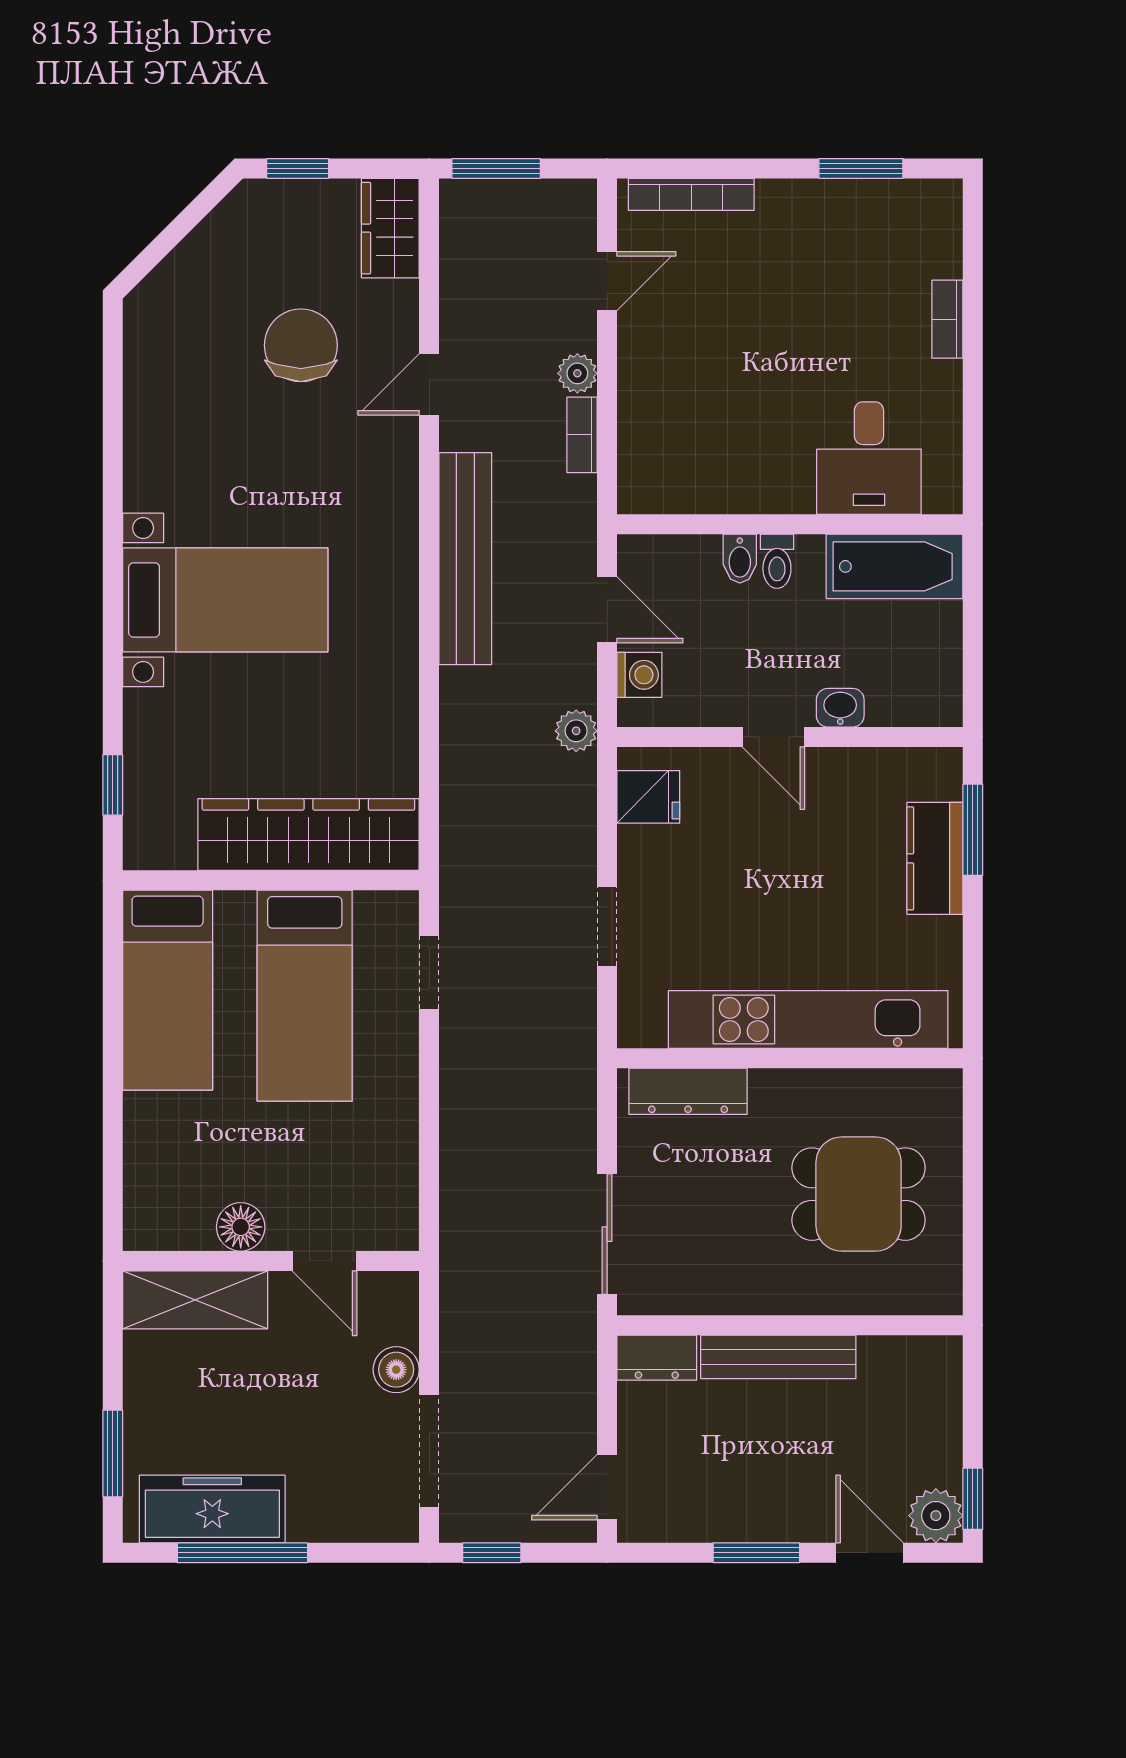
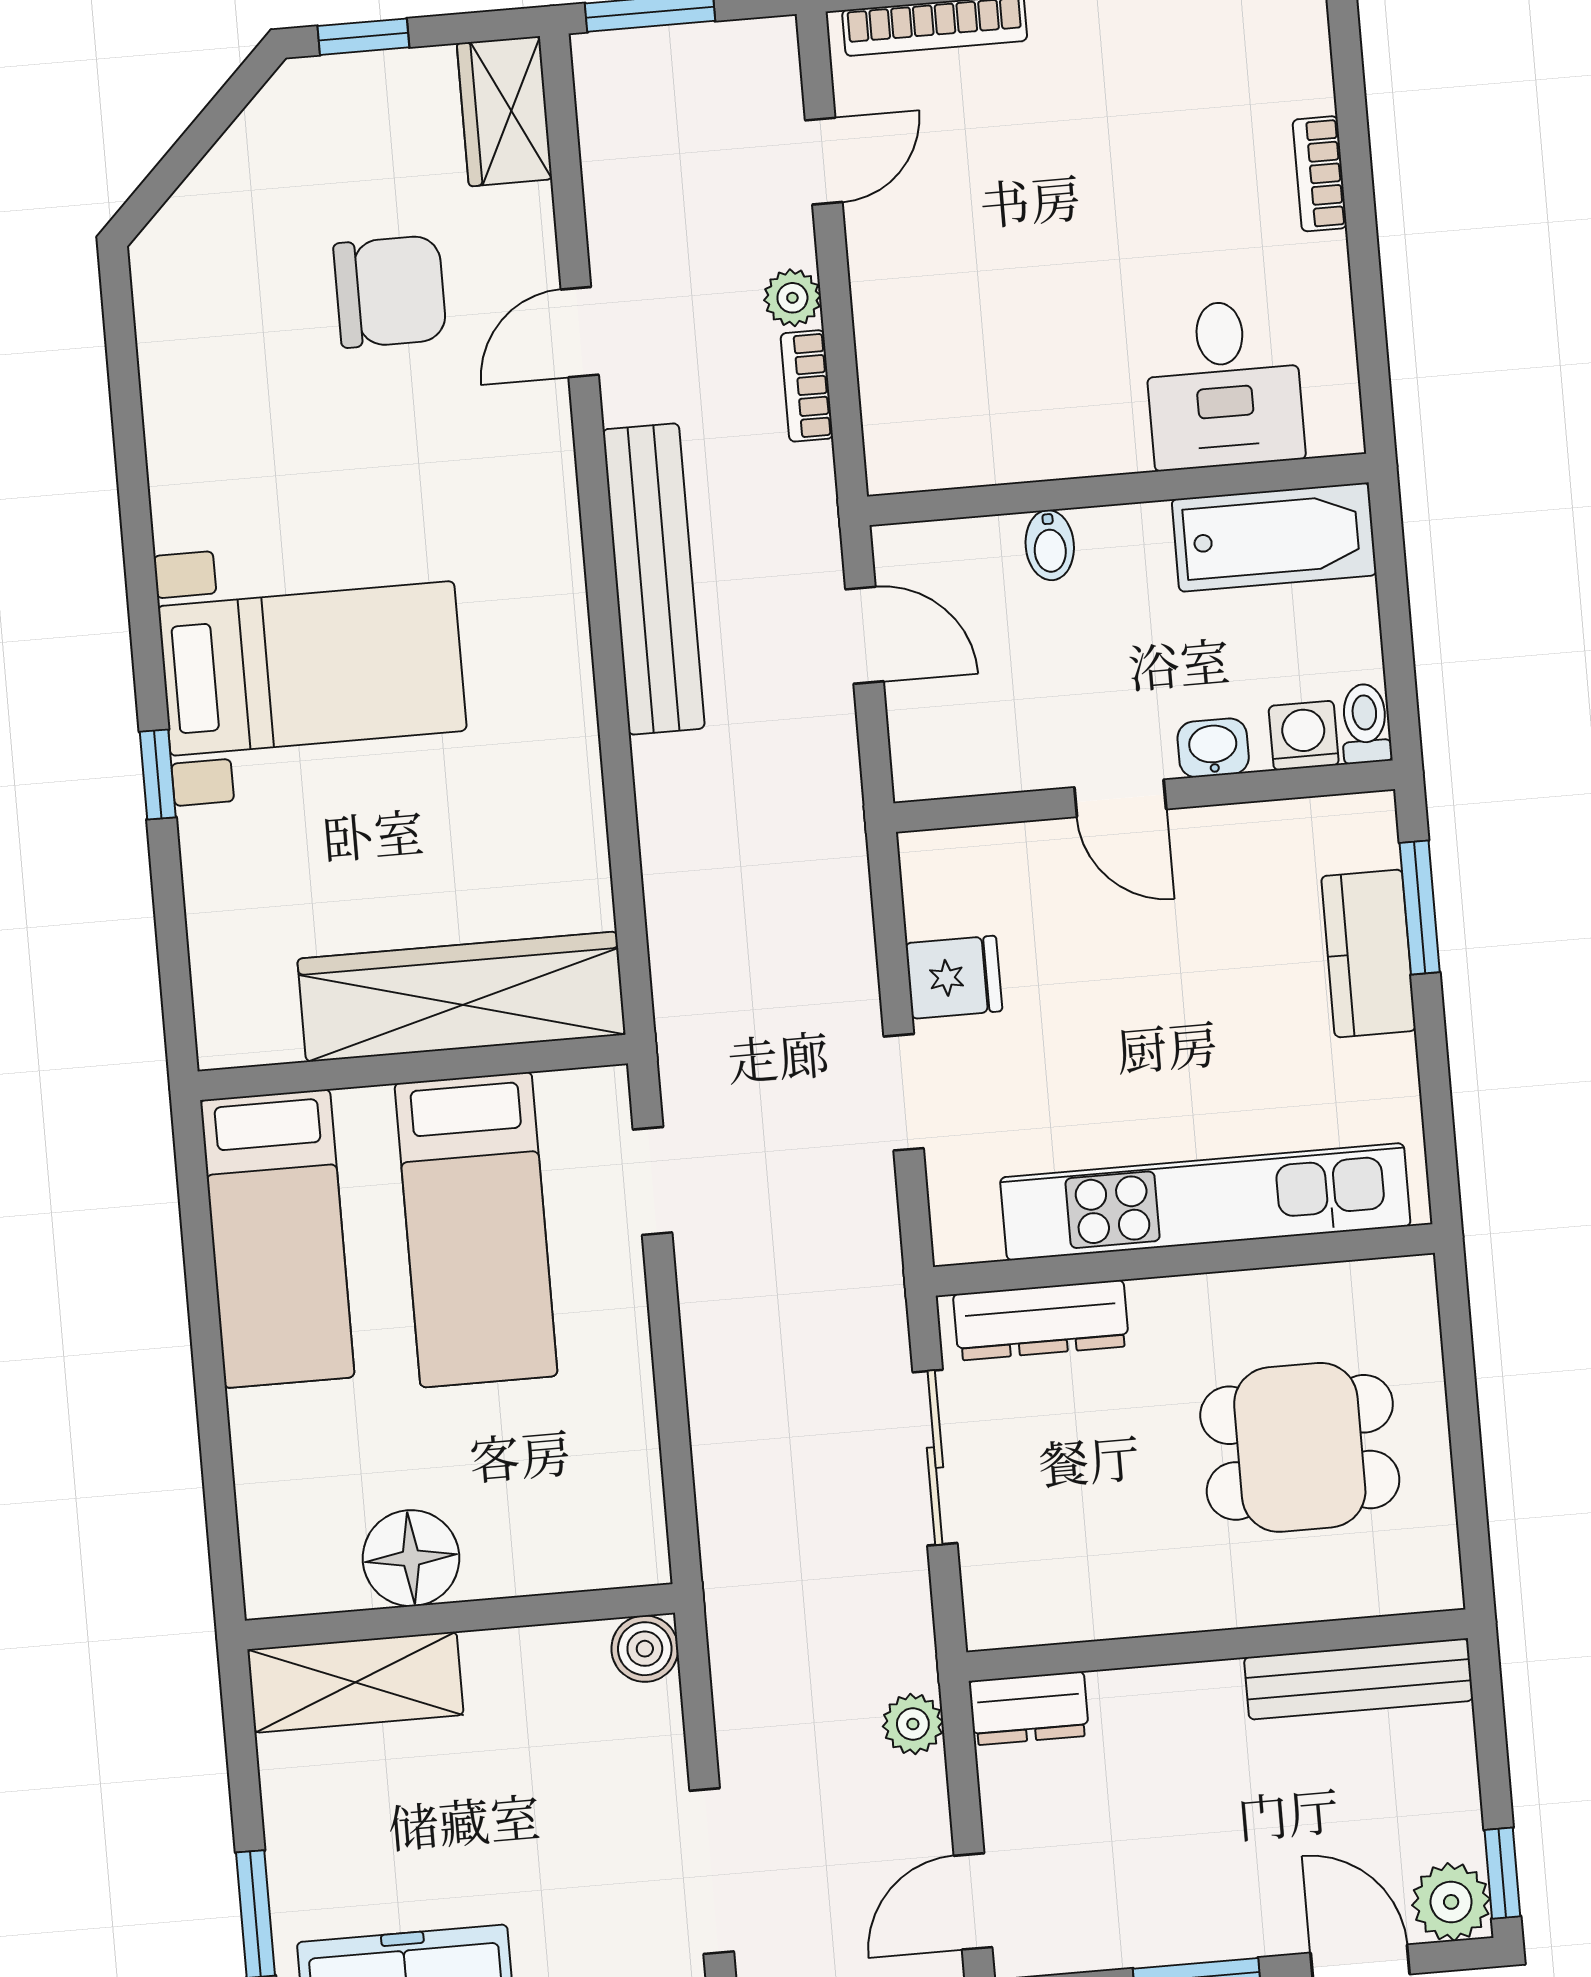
chair: (301, 345) -> (390, 292), turned 90
toilet: (777, 561) -> (1365, 723), moved, turned 180
washing machine: (639, 675) -> (1304, 735), moved, turned -90
plant: (576, 731) -> (913, 1724), moved
window: (113, 785) -> (158, 774), moved
fridge: (648, 797) -> (954, 977), moved
floor lamp: (241, 1227) -> (411, 1558), width x1.38, depth x1.38
sliding door: (607, 1234) -> (935, 1458), moved
door: (324, 1261) -> (537, 1610), removed
bench: (778, 1357) -> (1359, 1679), moved
boiler: (396, 1370) -> (645, 1649), moved

